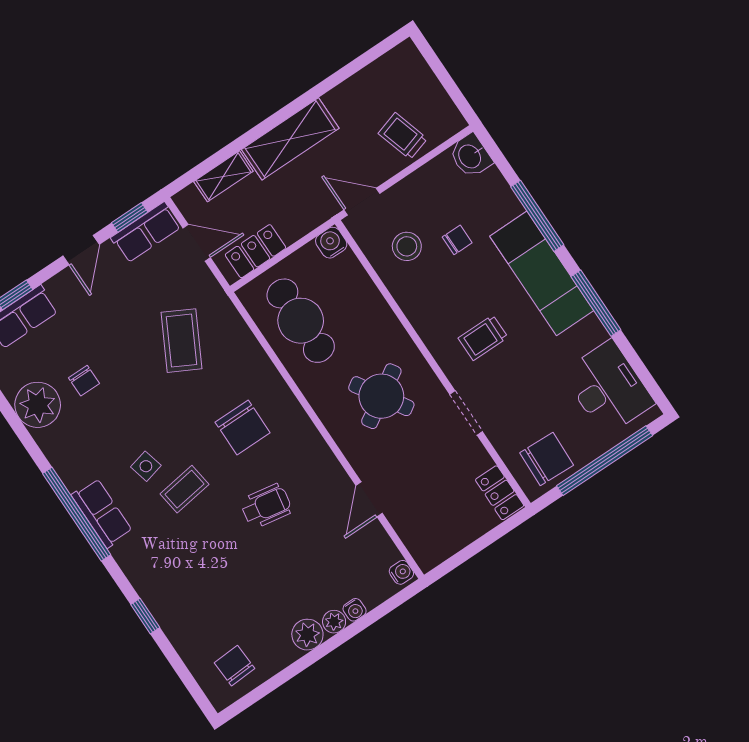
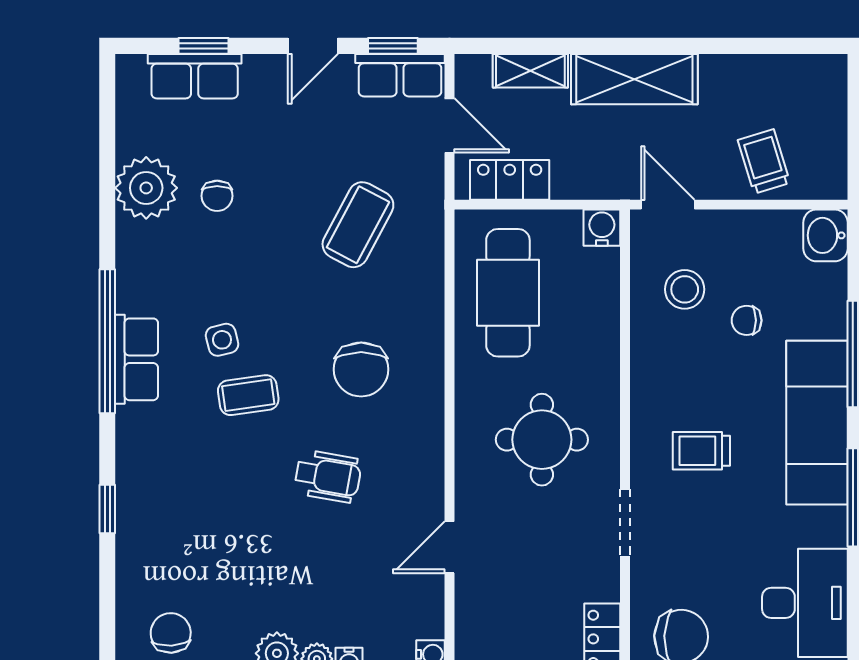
chair: (457, 240) -> (747, 320), turned 180
round table: (381, 396) -> (542, 440), turned 32

